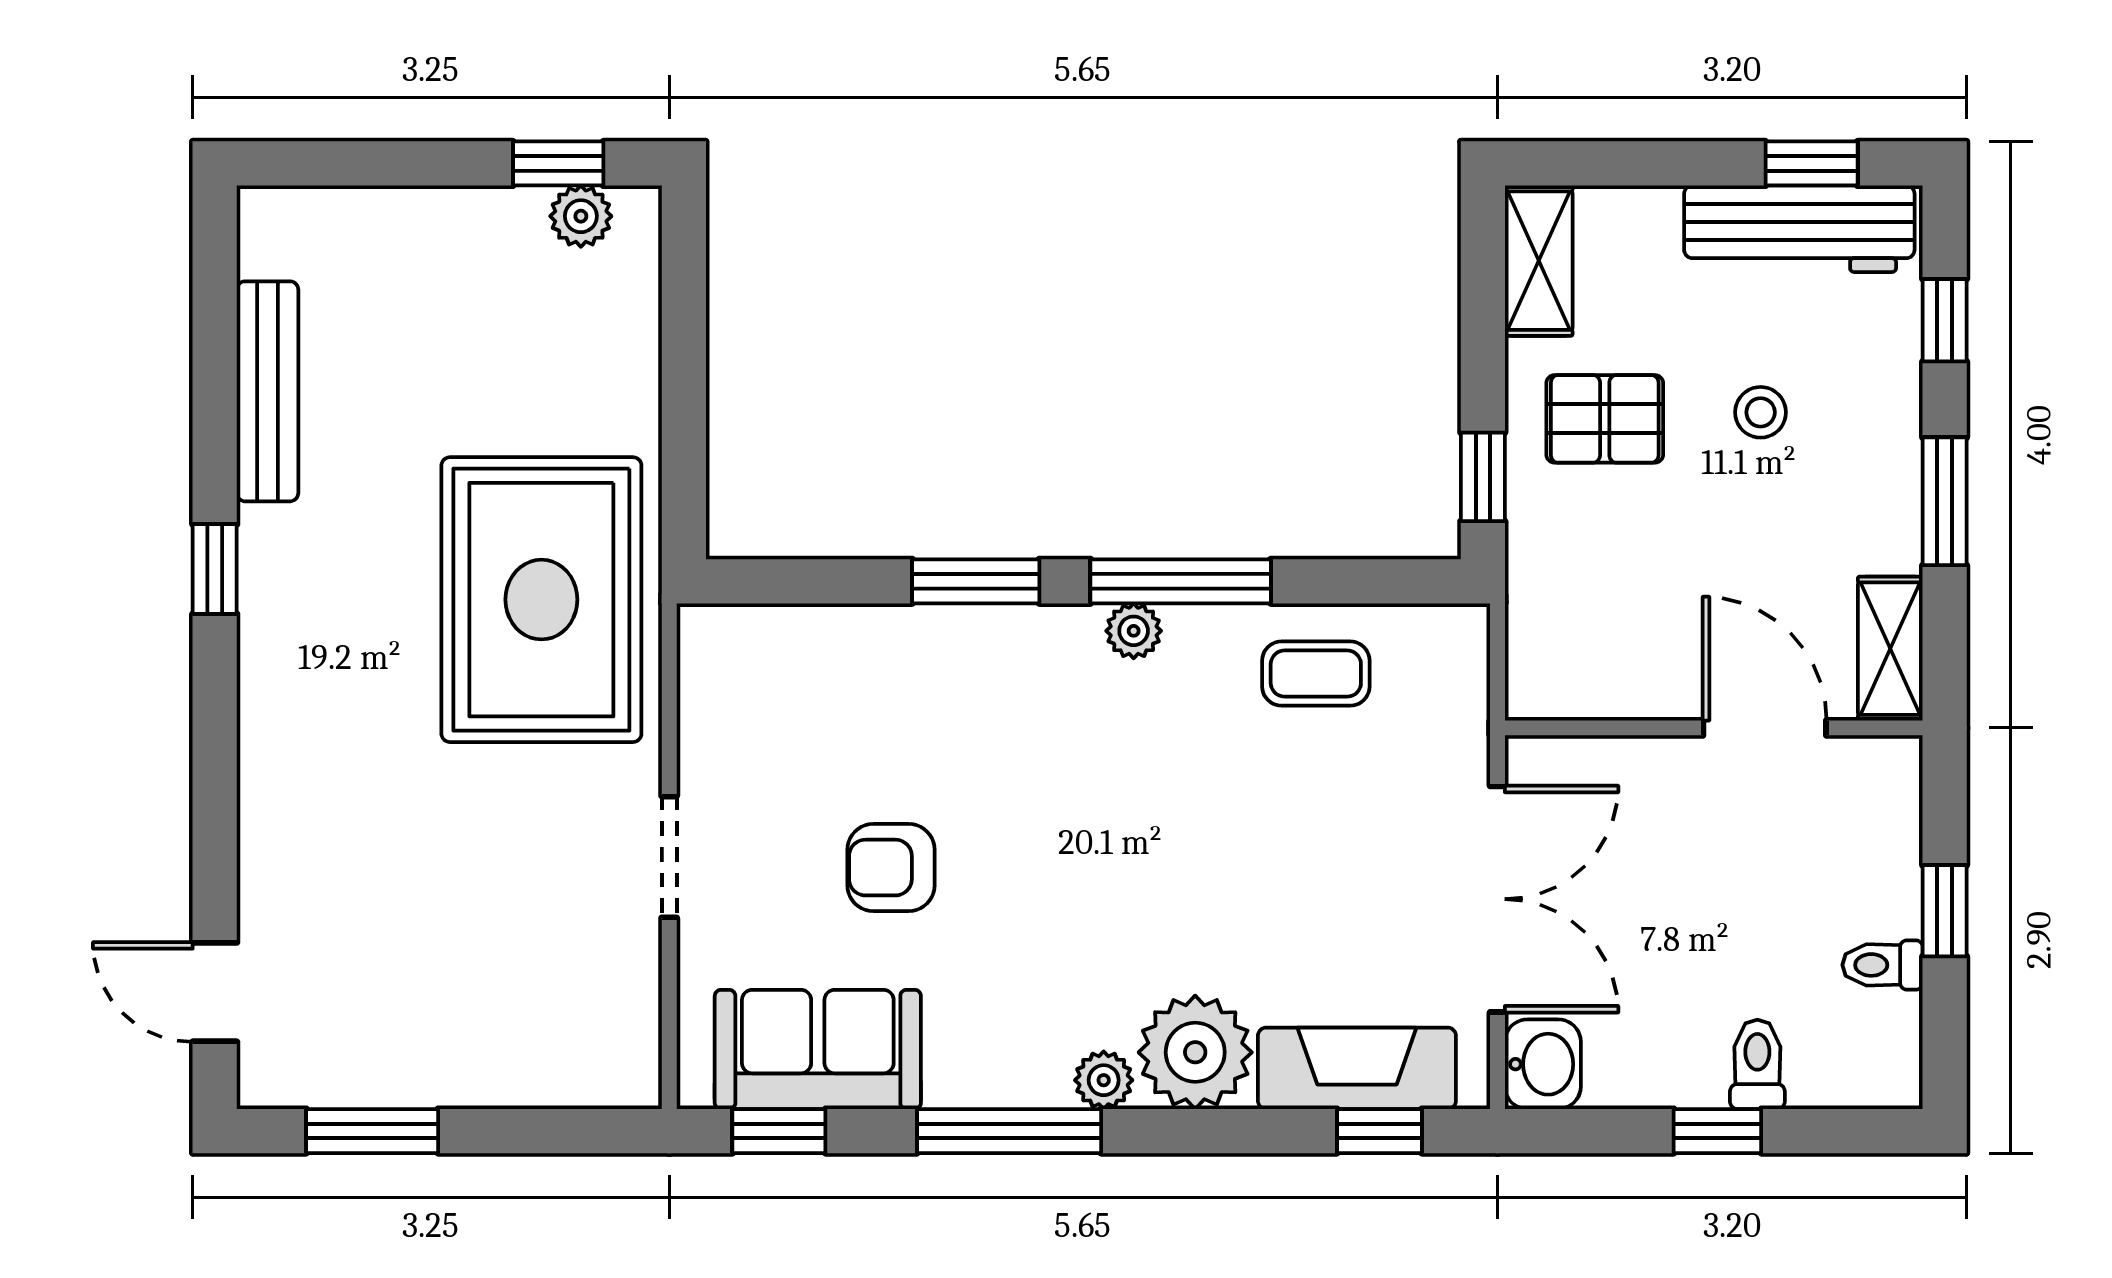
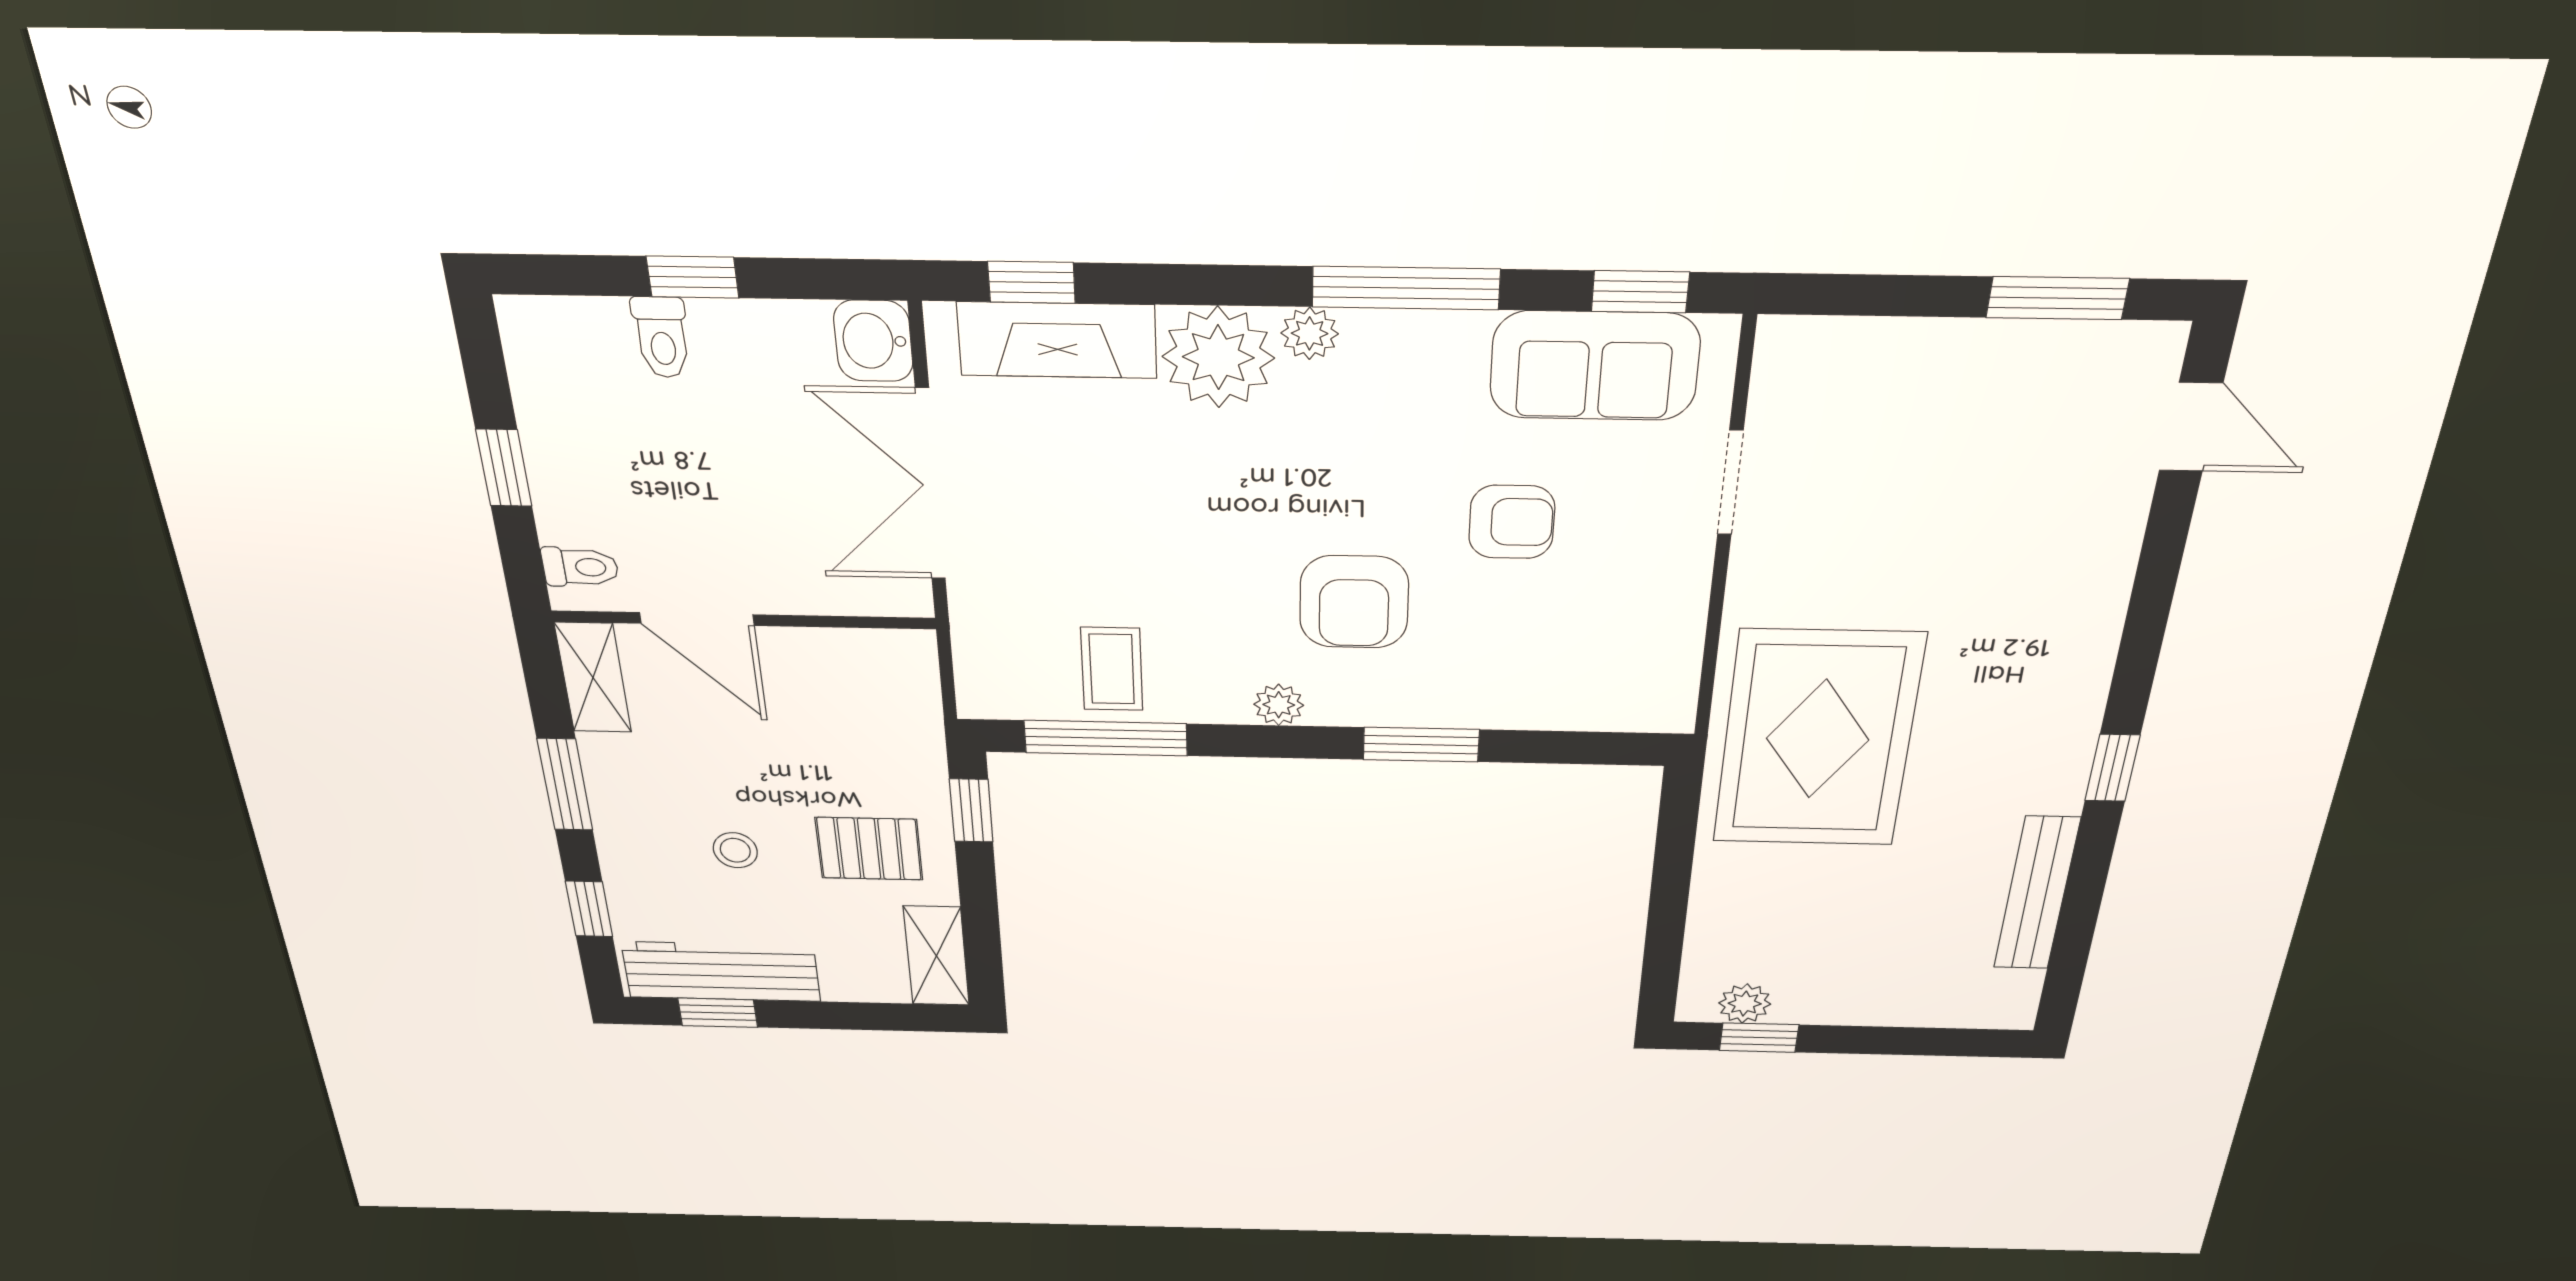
window: (1181, 581) -> (1106, 738), moved
coffee table: (1316, 674) -> (1112, 669), turned 90
armchair: (1053, 766) -> (1354, 602), added
doorway: (669, 857) -> (1730, 483), moved
toilet: (1882, 965) -> (580, 567), moved

